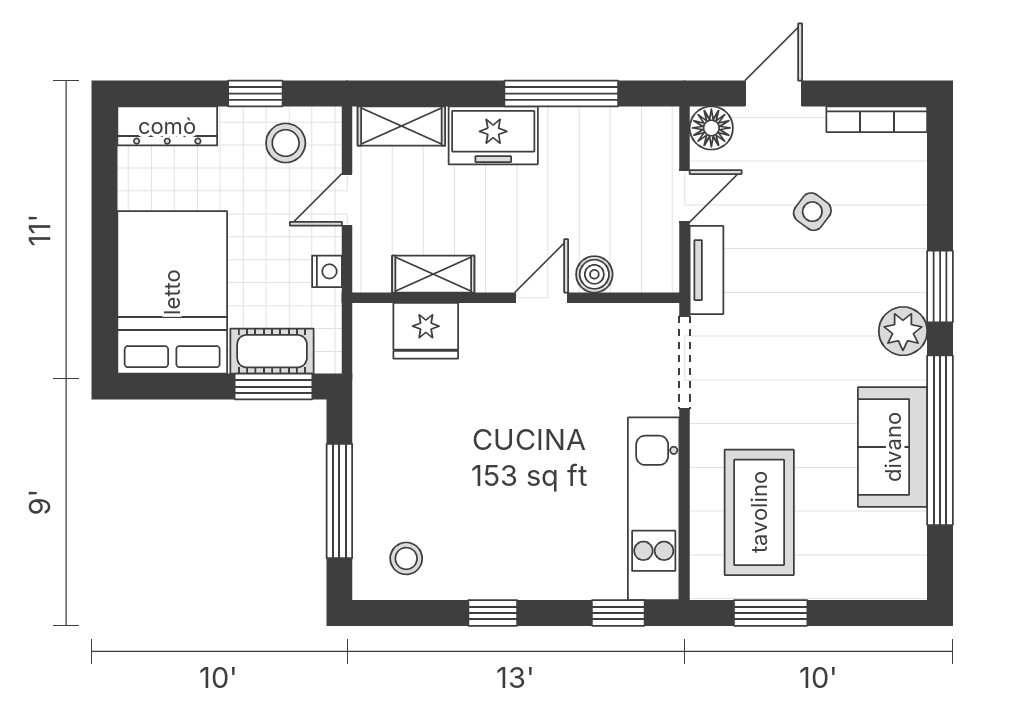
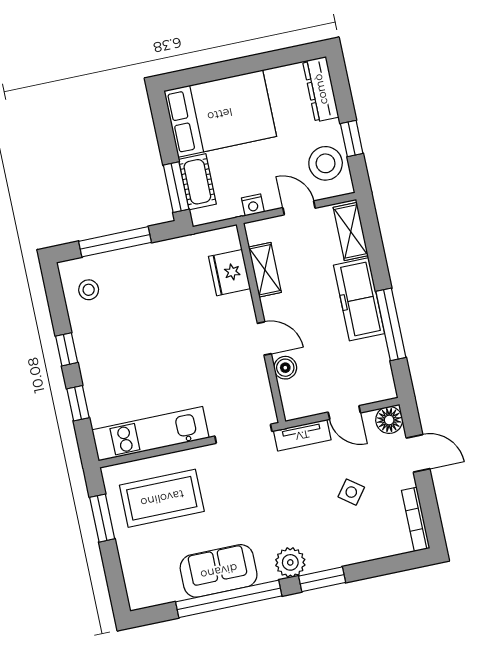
freezer: (493, 135) -> (359, 299), width x1.40
stool: (286, 143) -> (326, 163), width x1.38, depth x1.38
window: (618, 613) -> (78, 403), moved

